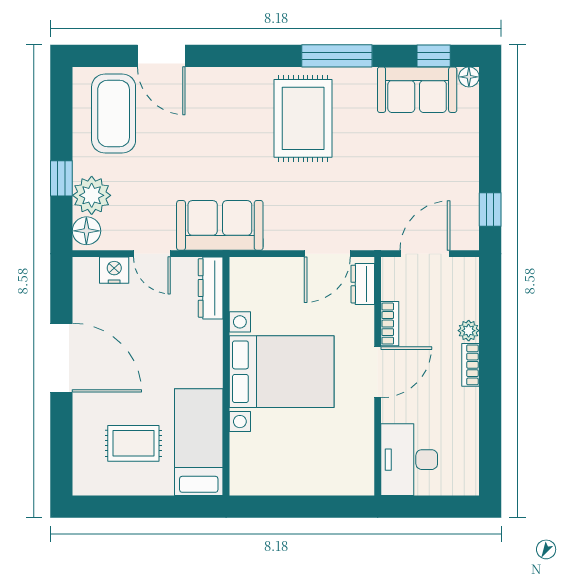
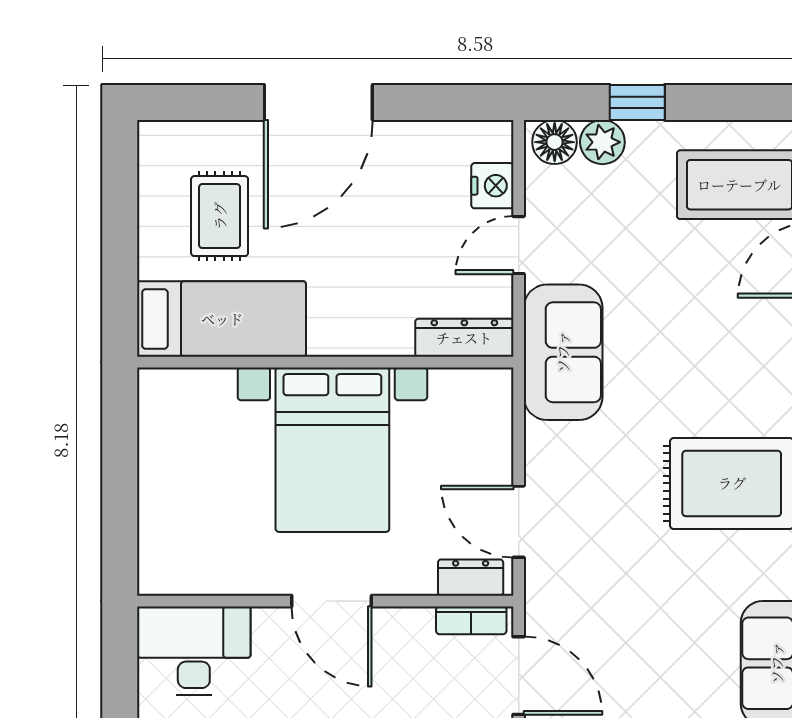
plant: (92, 195) -> (602, 142), width x0.73, depth x0.73
bookcase: (390, 324) -> (471, 620), moved
door: (61, 358) -> (318, 102), moved

